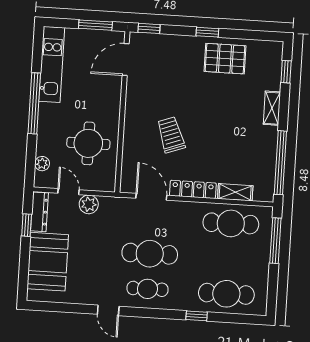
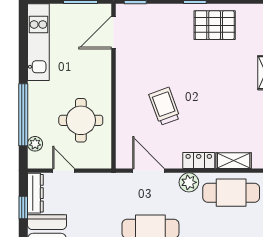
window: (34, 103) -> (23, 115), moved
locker: (193, 189) -> (199, 160), width x0.66
plant: (89, 204) -> (189, 182), moved

